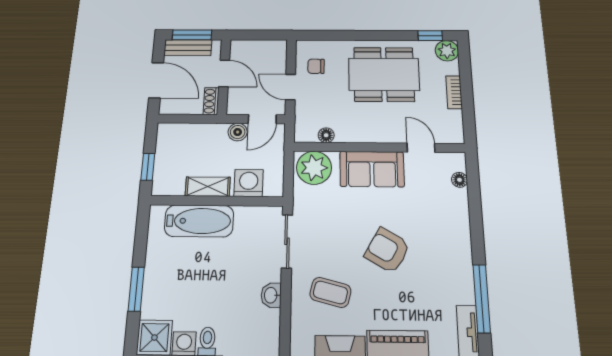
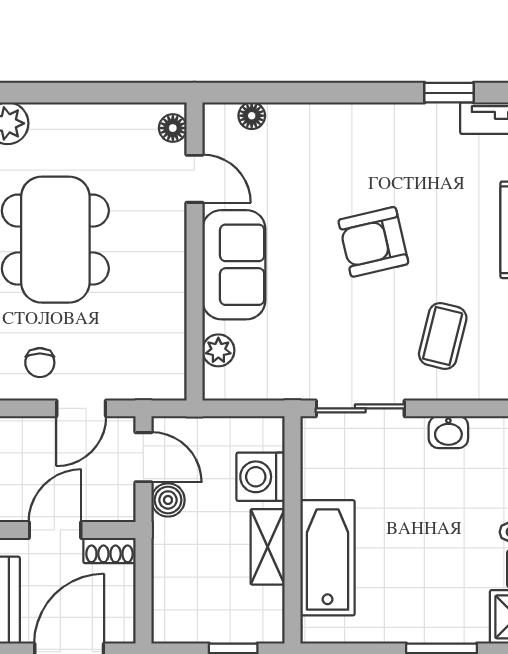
bookcase: (454, 92) -> (90, 115), removed
floor lamp: (326, 135) -> (173, 128), moved
door: (421, 148) -> (194, 179), swing flipped
plant: (314, 168) -> (218, 350), width x0.53, depth x0.53
armchair: (387, 250) -> (373, 242), turned 47
window: (482, 298) -> (449, 93), width x0.46

